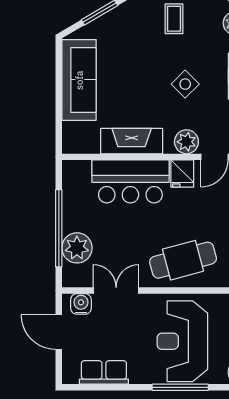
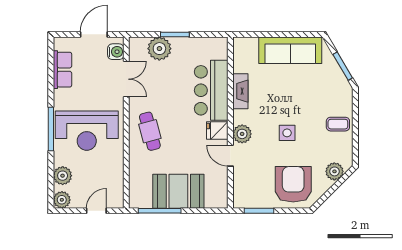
side table: (185, 84) -> (287, 133), turned 45
fireplace: (132, 141) -> (240, 91), width x0.73, depth x0.76
window: (59, 228) -> (175, 34), width x0.47
cafe table: (183, 260) -> (150, 131), width x0.73, depth x0.74
reception desk: (182, 341) -> (87, 131), turned 180

